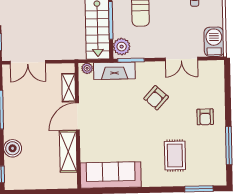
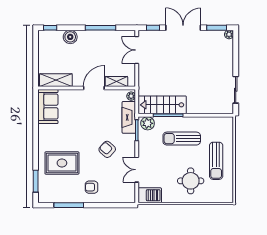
door: (78, 116) -> (94, 88), hinge flipped
shelving: (68, 151) -> (56, 80), moved
rug: (175, 156) -> (62, 163), width x1.36, depth x1.43
sofa: (111, 175) -> (48, 107), width x0.73

